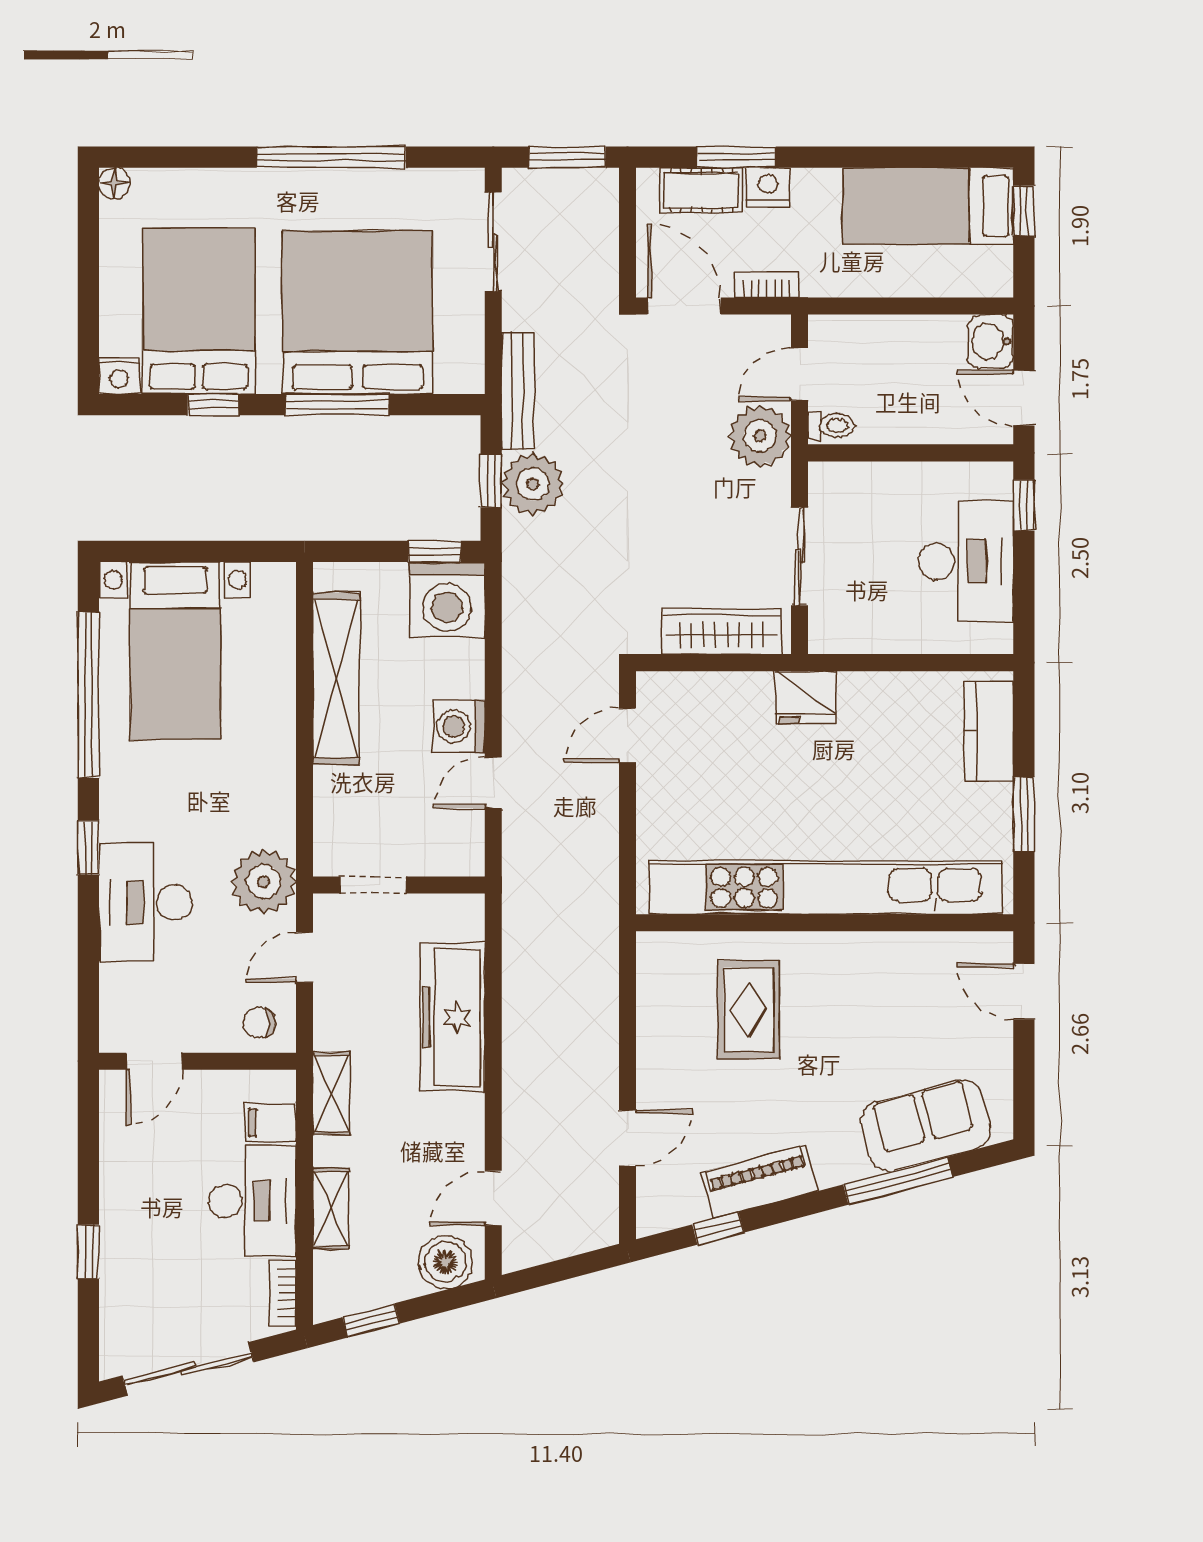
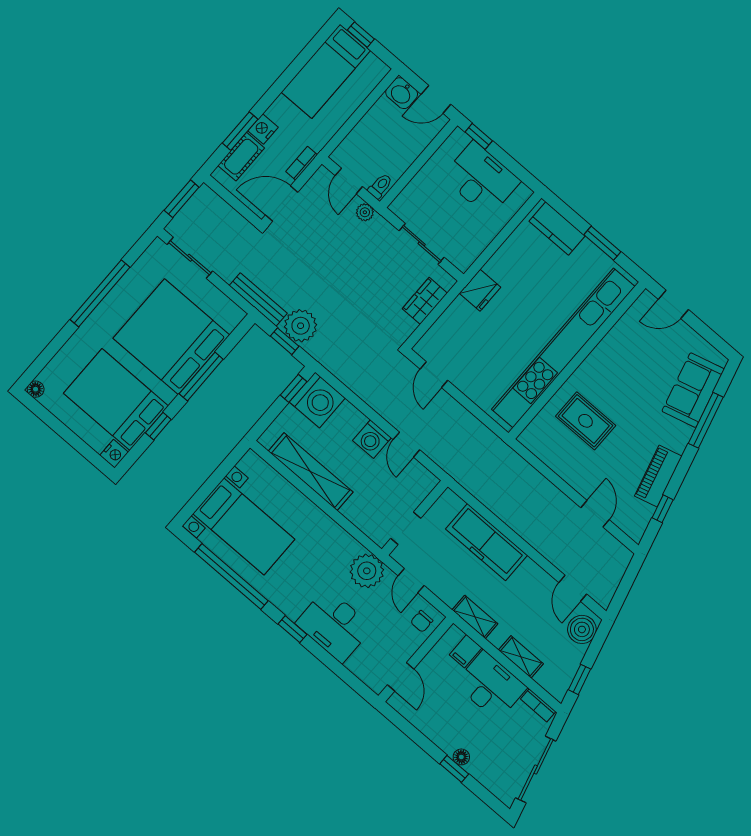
plant: (760, 436) -> (365, 212), width x0.53, depth x0.53
wardrobe: (722, 631) -> (425, 301), width x0.67
floor lamp: (114, 1247) -> (461, 757), added

